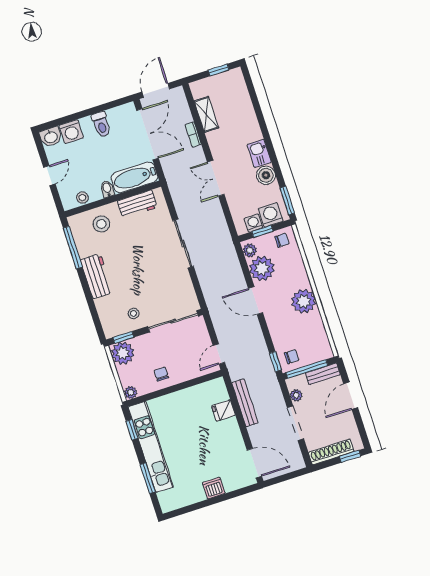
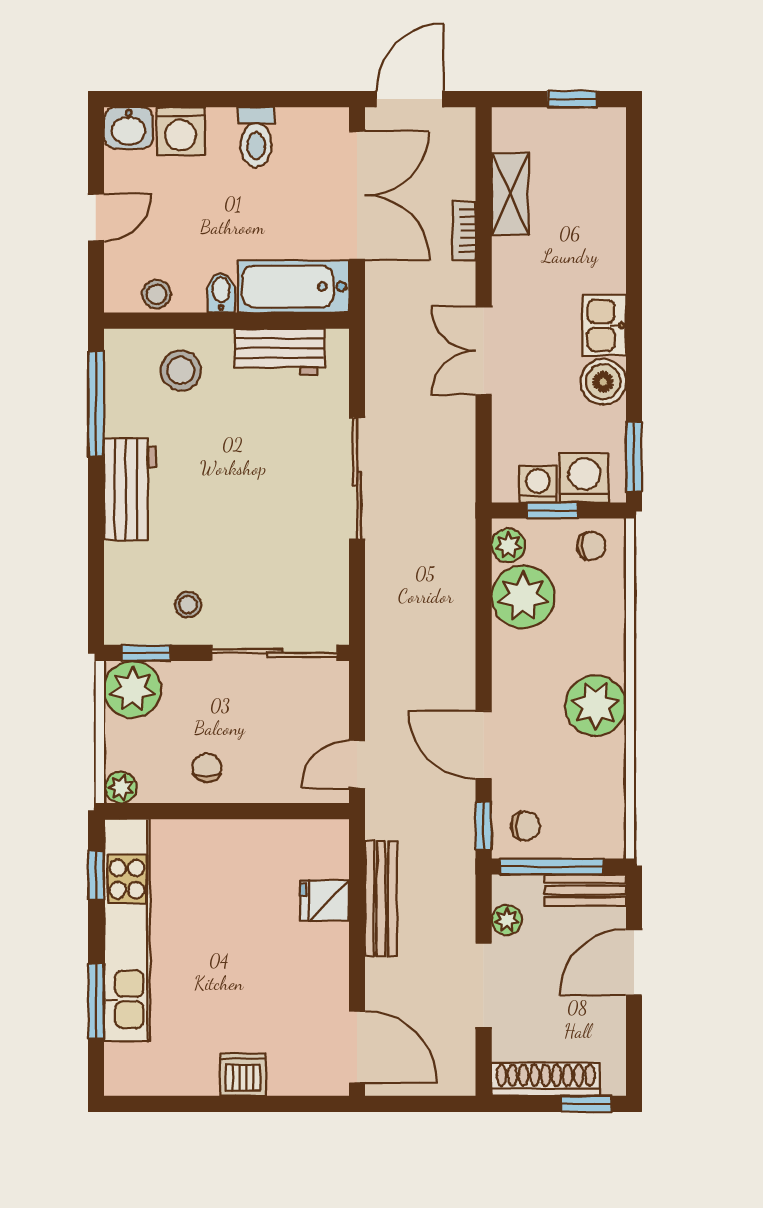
door: (256, 301) -> (484, 745), moved

